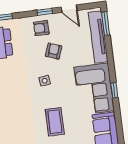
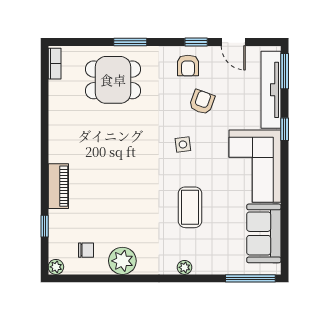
armchair: (41, 28) -> (188, 66), turned -90
window: (114, 90) -> (285, 129), moved

